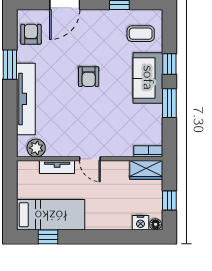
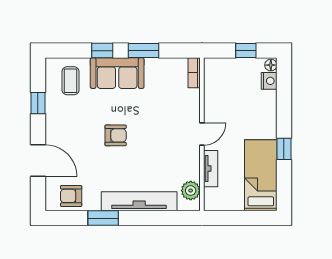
wardrobe: (146, 170) -> (214, 75), removed
window: (48, 237) -> (284, 149), moved

